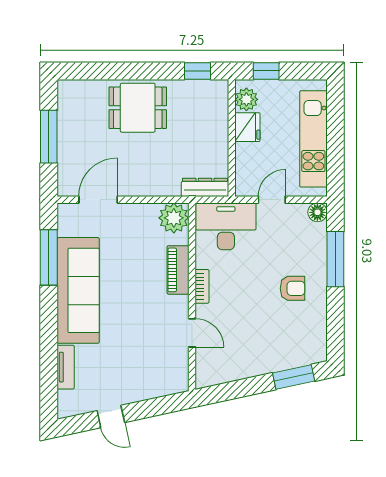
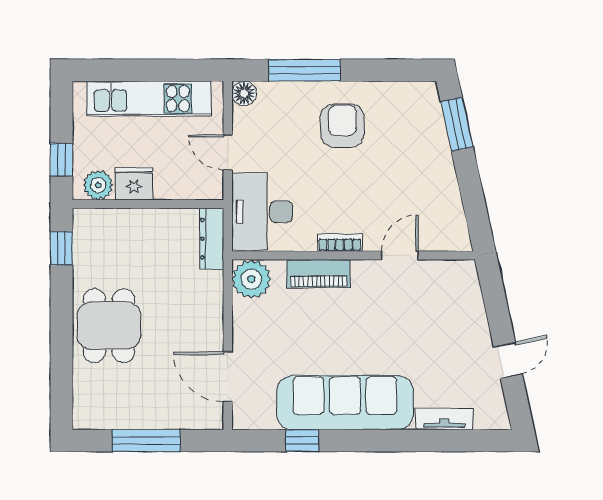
window: (49, 257) -> (302, 441), width x0.46
armchair: (293, 288) -> (342, 126), width x1.38, depth x1.38

